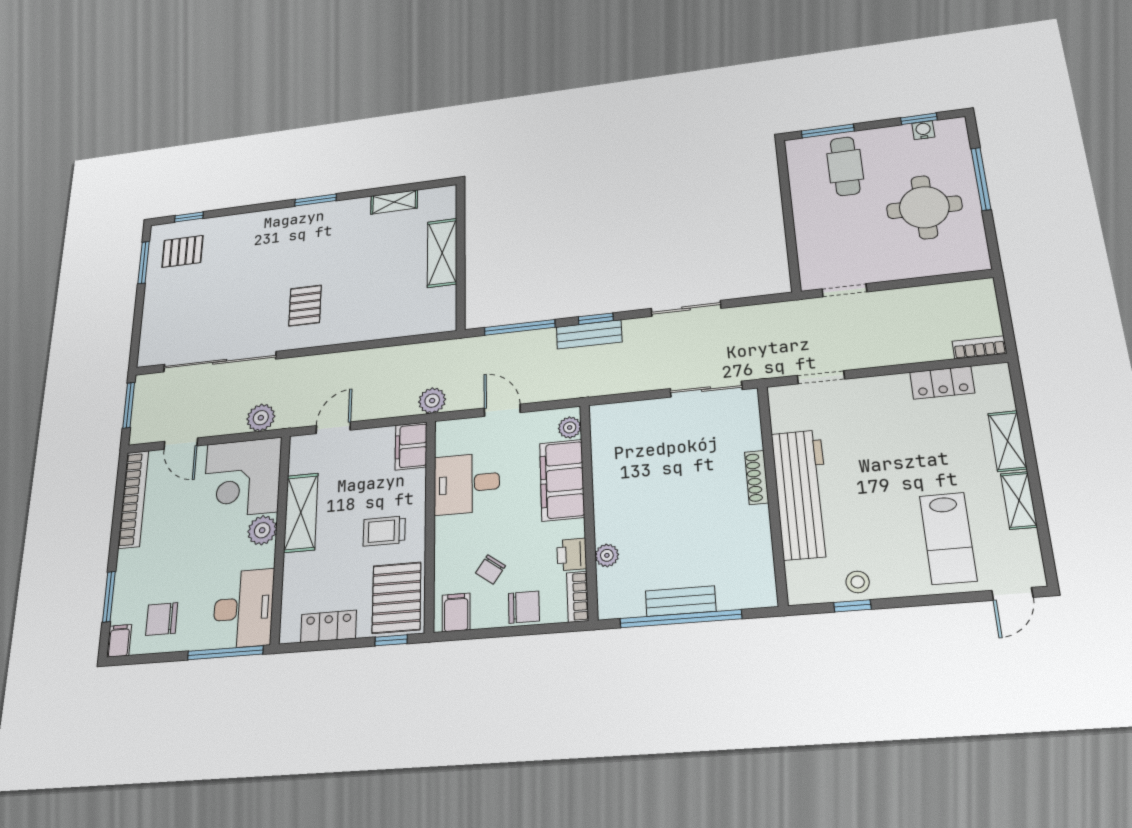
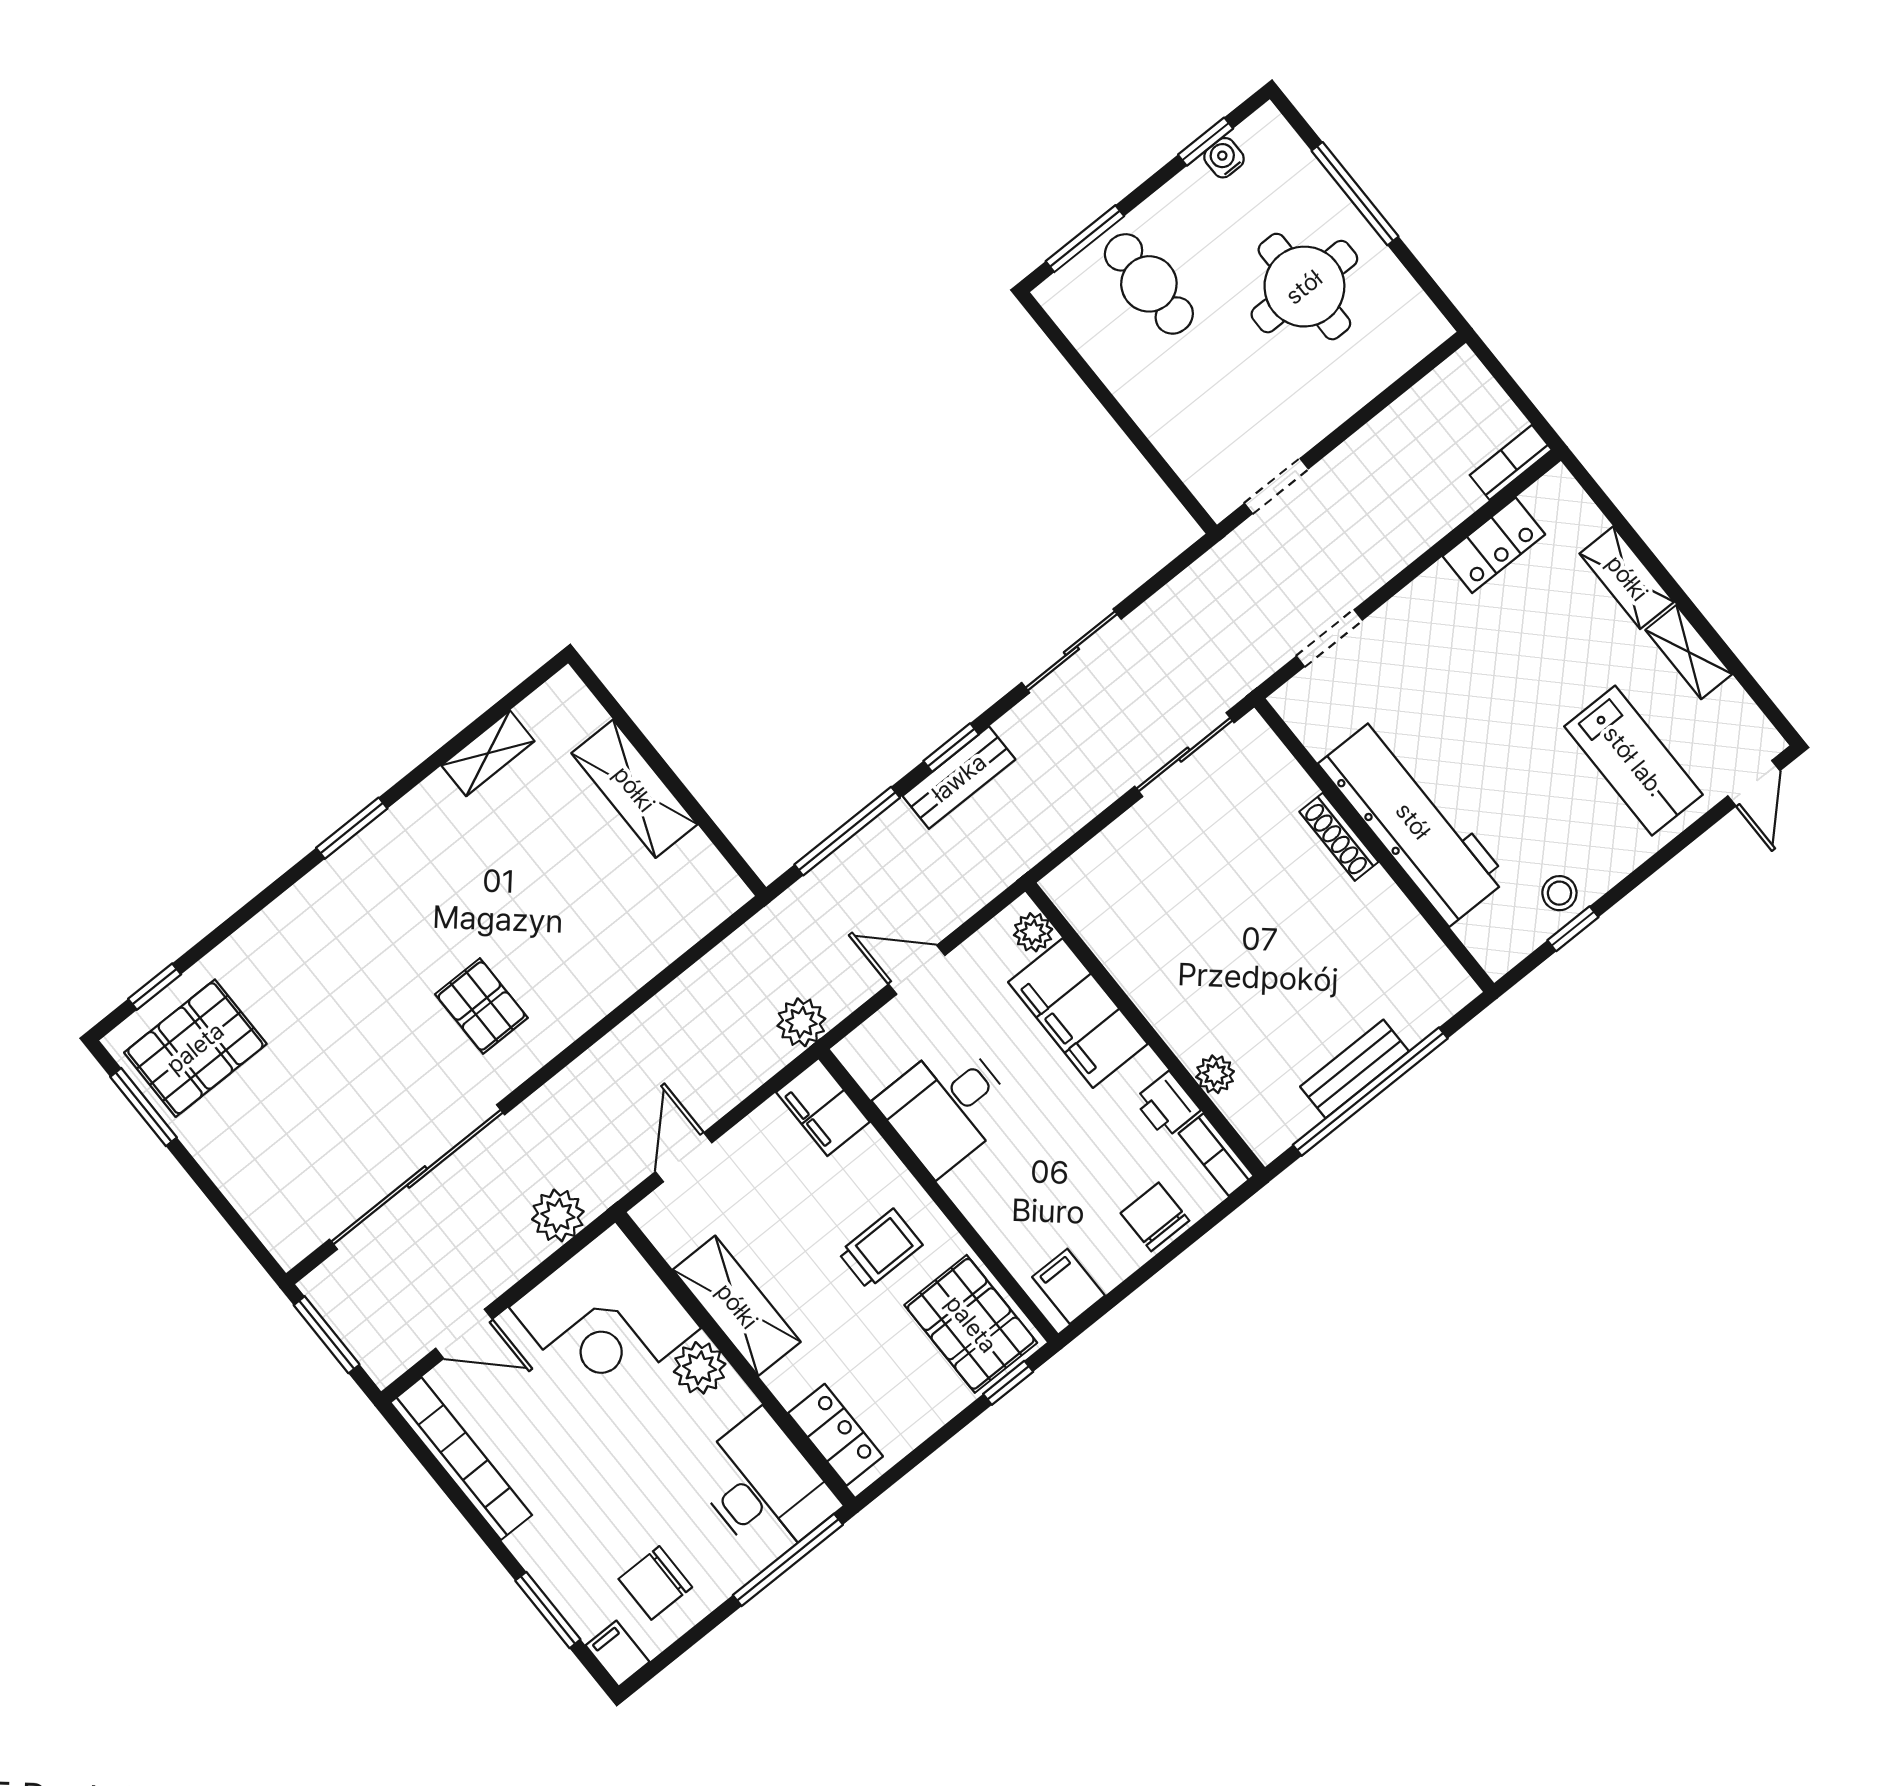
pallet: (182, 251) -> (195, 1048), width x1.50, depth x1.42
trolley: (384, 531) -> (880, 1249), turned 180
chair: (490, 569) -> (1071, 1199), removed
chair: (524, 607) -> (1155, 1217), turned -90
locker: (328, 626) -> (835, 1435), moved, turned 90

